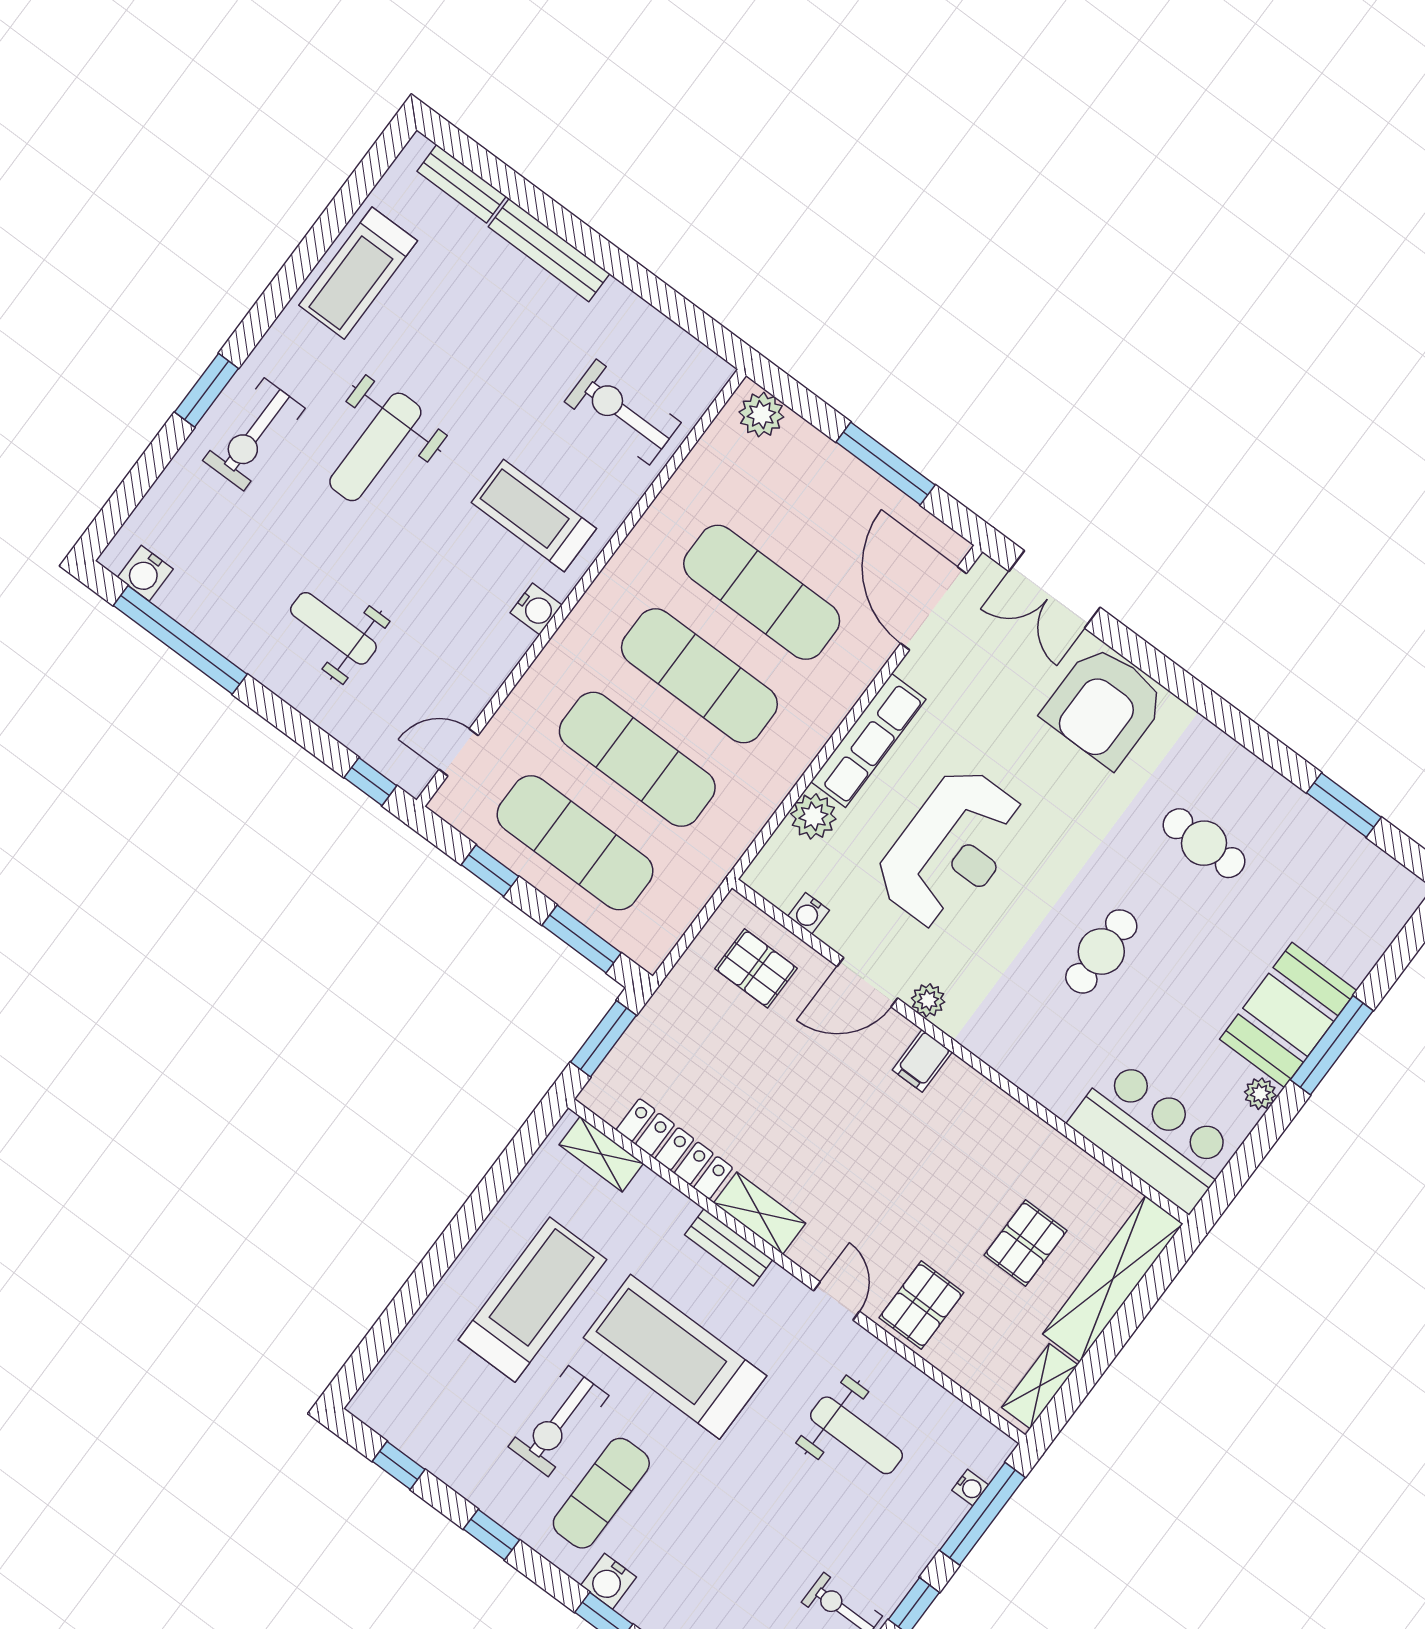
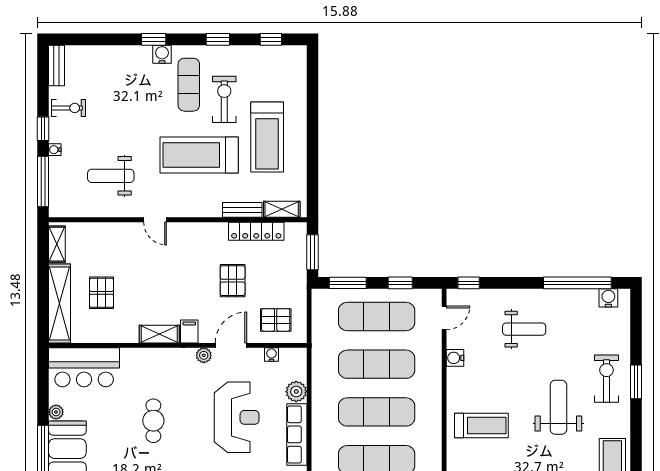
water cooler: (536, 609) -> (455, 358), moved
reception desk: (951, 849) -> (237, 417), turned 180
shelving: (760, 1213) -> (159, 334), moved
bench: (729, 1247) -> (242, 210), moved
pallet: (921, 1305) -> (233, 281), moved
treadmill: (675, 1357) -> (199, 155), turned 180
water cooler: (970, 1487) -> (55, 150), moved

